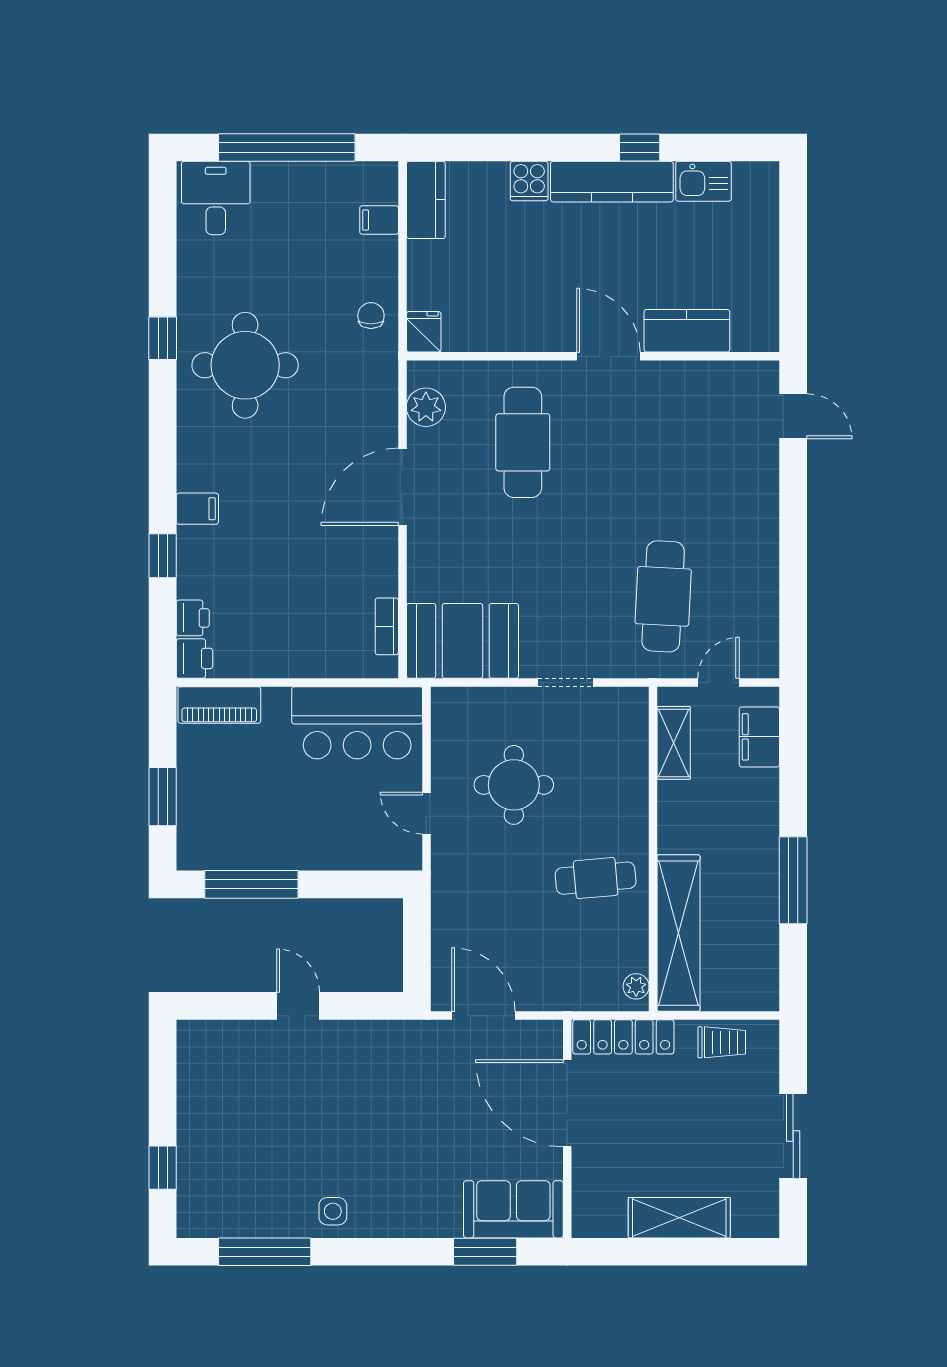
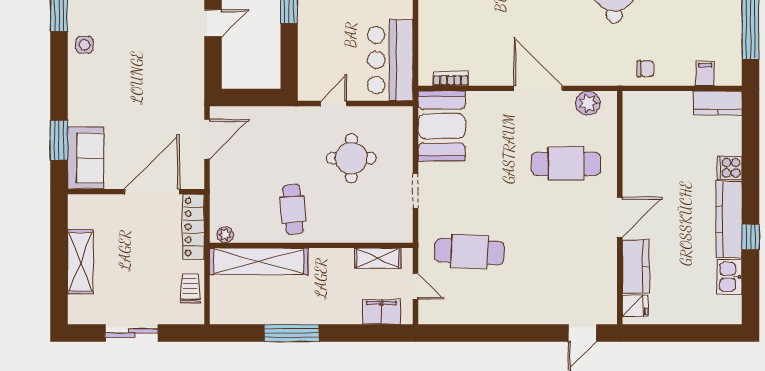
fridge: (424, 332) -> (635, 306), moved
trolley: (722, 1042) -> (190, 288), turned 180

